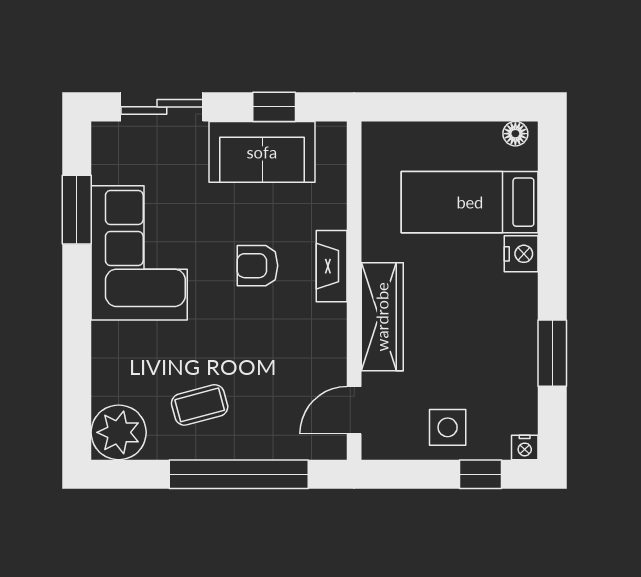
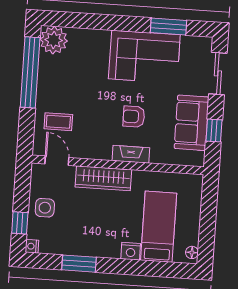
armchair: (257, 266) -> (134, 117), turned -90
coffee table: (200, 405) -> (58, 122), moved, turned -75
window: (239, 474) -> (30, 72), moved

